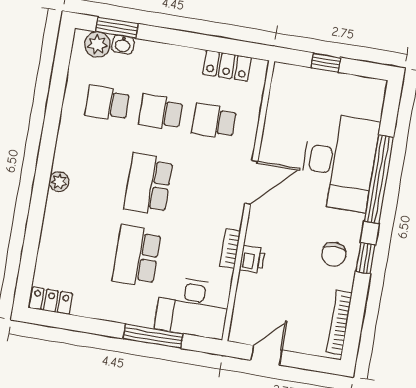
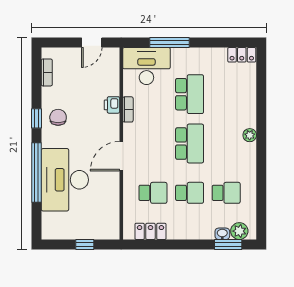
bookcase: (339, 322) -> (47, 72), width x0.64

